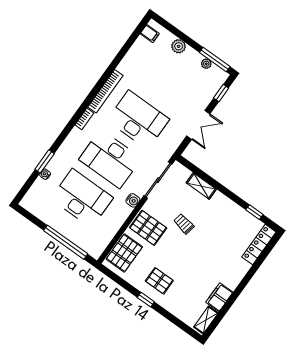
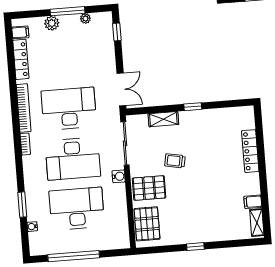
locker: (133, 54) -> (21, 59), added
window: (215, 59) -> (68, 11), moved
double door: (198, 125) -> (121, 89), moved
water cooler: (45, 174) -> (32, 227), moved
window: (254, 212) -> (193, 107), moved
window: (66, 242) -> (74, 256), moved
locker: (259, 244) -> (250, 151), moved
pallet: (159, 281) -> (194, 223), removed
filing cabinet: (219, 297) -> (253, 202), width x0.50

